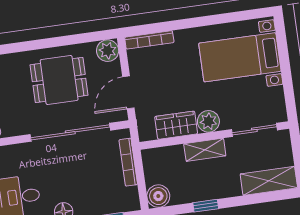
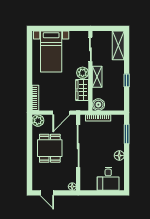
door: (128, 92) -> (61, 113), hinge flipped
boiler: (158, 196) -> (98, 105), moved

